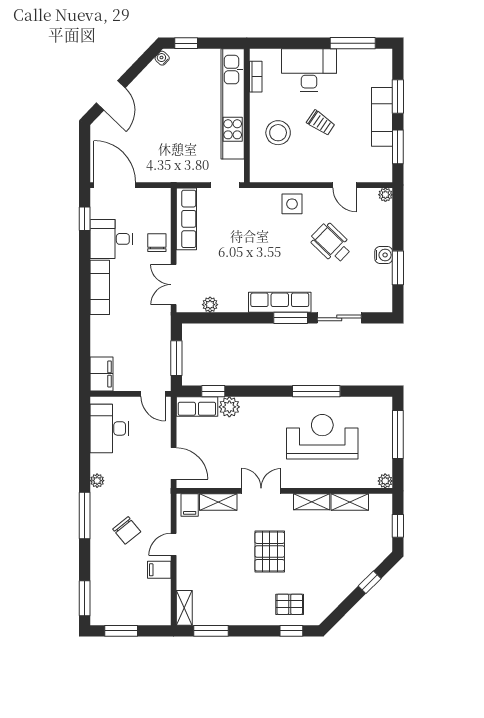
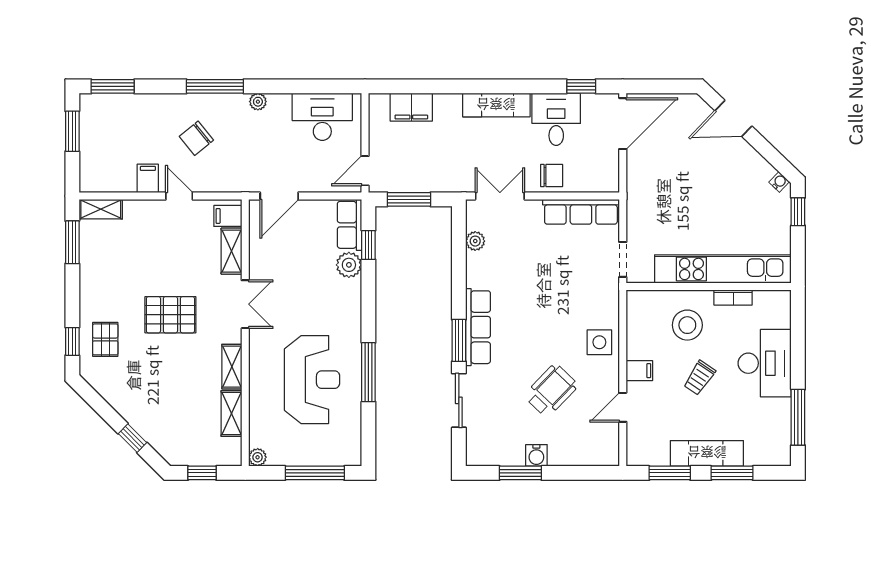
bookcase: (256, 77) -> (733, 297), moved
filing cabinet: (315, 171) -> (639, 371), added
plant: (385, 195) -> (611, 458), removed
filing cabinet: (102, 374) -> (411, 107), moved

